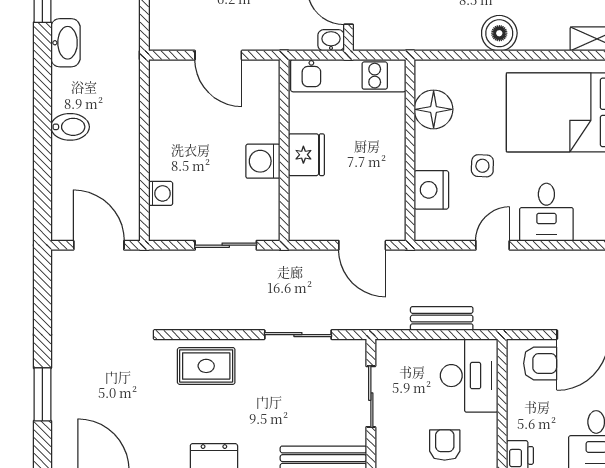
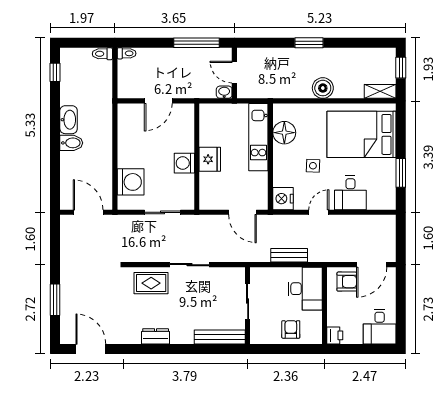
washbasin: (65, 43) -> (69, 120), moved
door: (218, 55) -> (158, 101), hinge flipped
kitchen unit: (348, 76) -> (258, 137), moved, turned 90
nightstand: (431, 190) -> (283, 199), moved
washing machine: (161, 193) -> (131, 182), width x1.89, depth x1.89
sliding door: (298, 335) -> (190, 265), moved

